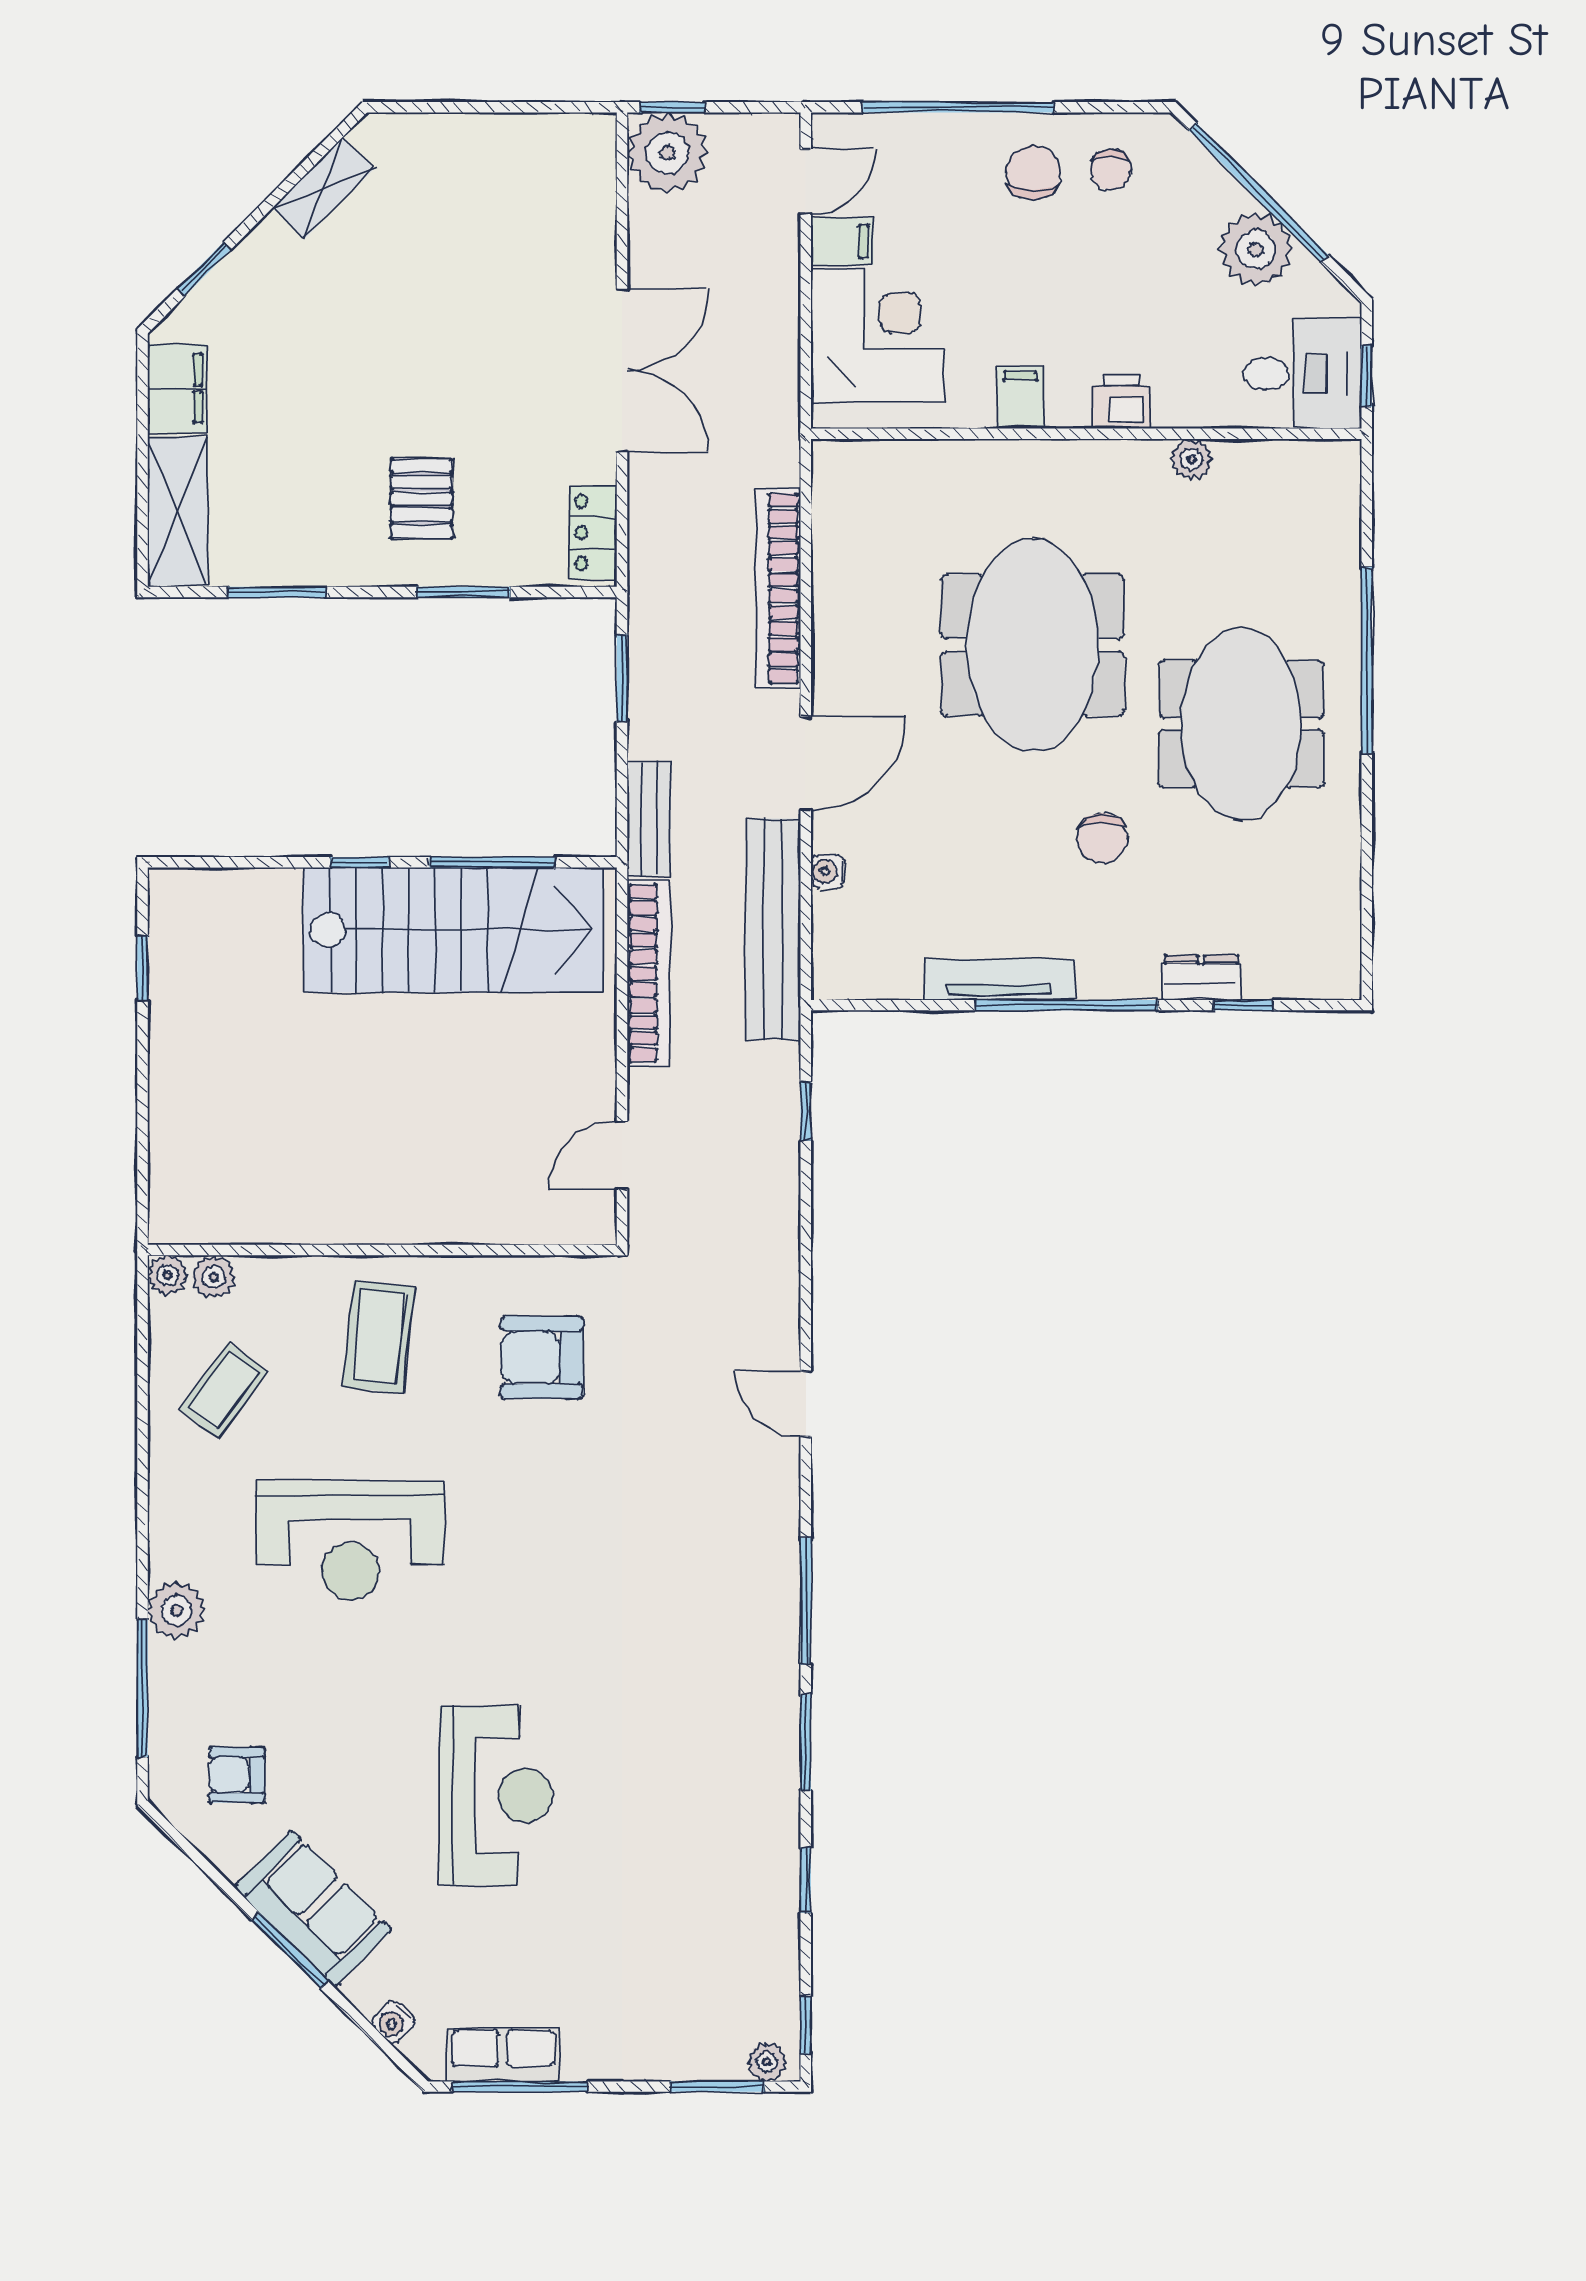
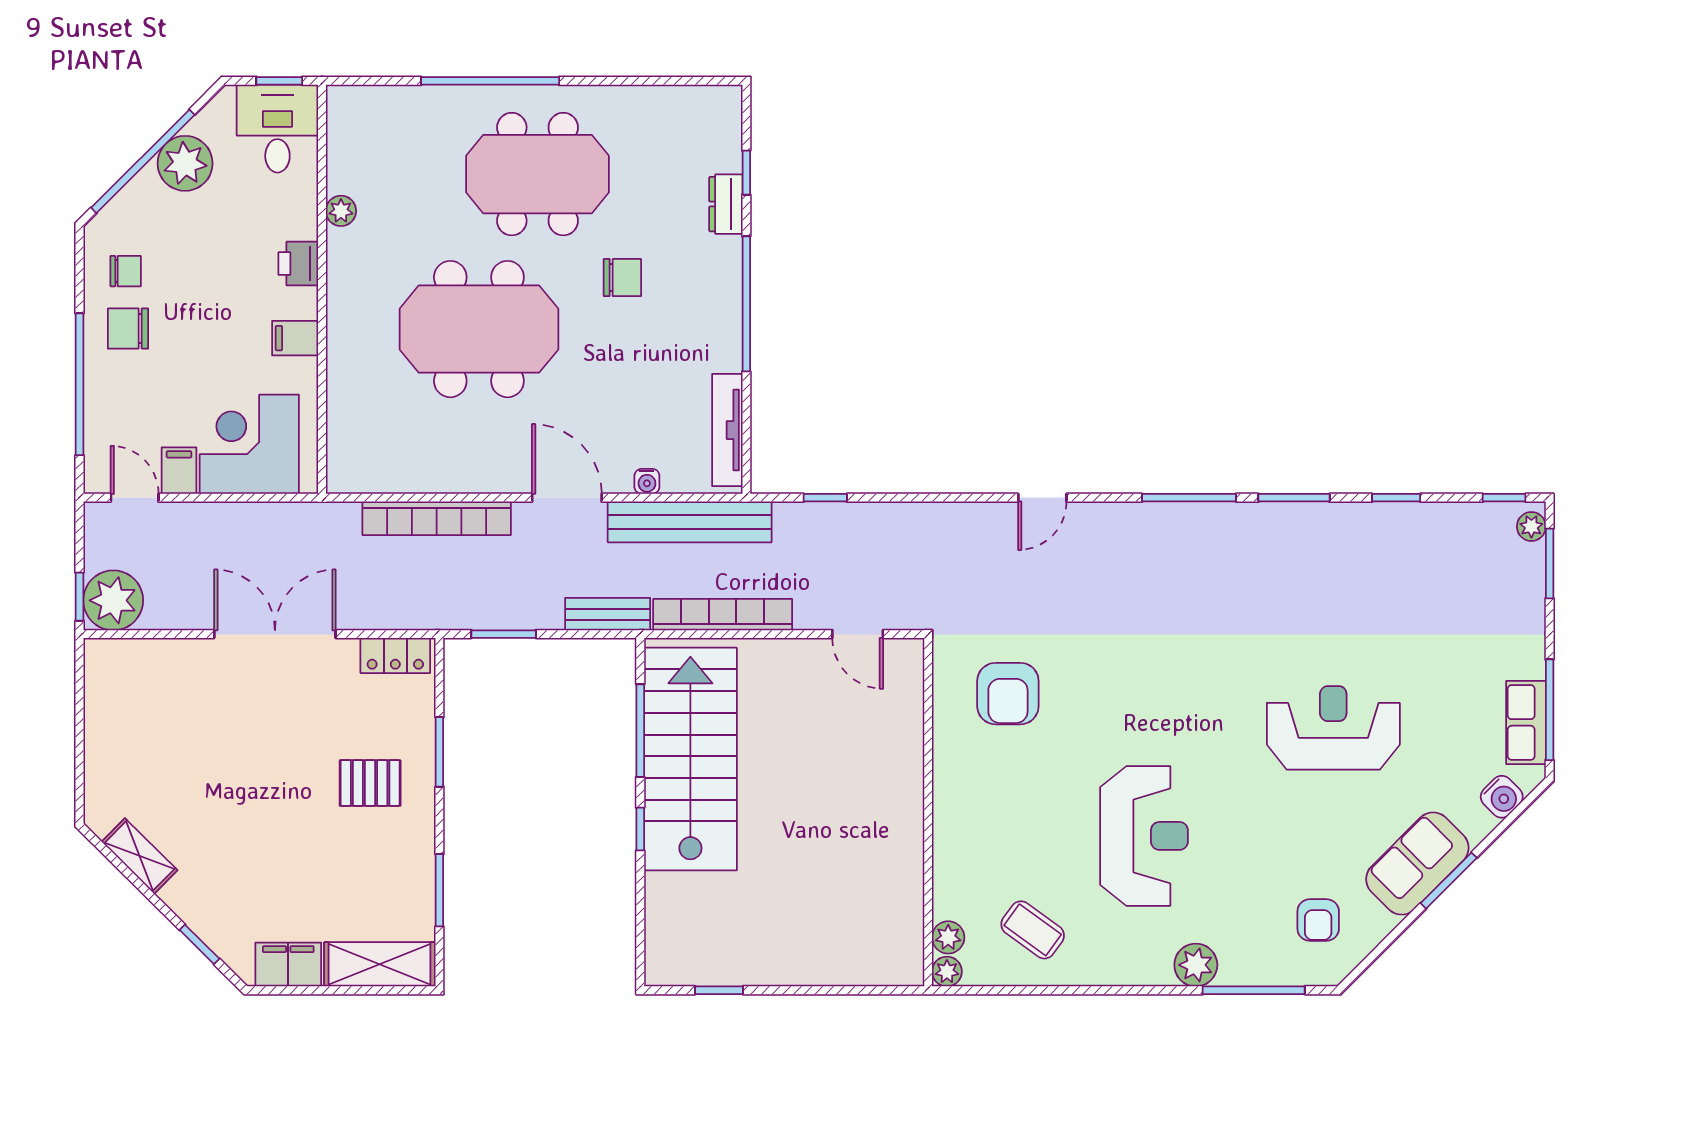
tv unit: (1000, 980) -> (727, 430), moved
coffee table: (379, 1337) -> (993, 815), removed
water cooler: (393, 2022) -> (1502, 797), width x1.38, depth x1.38

